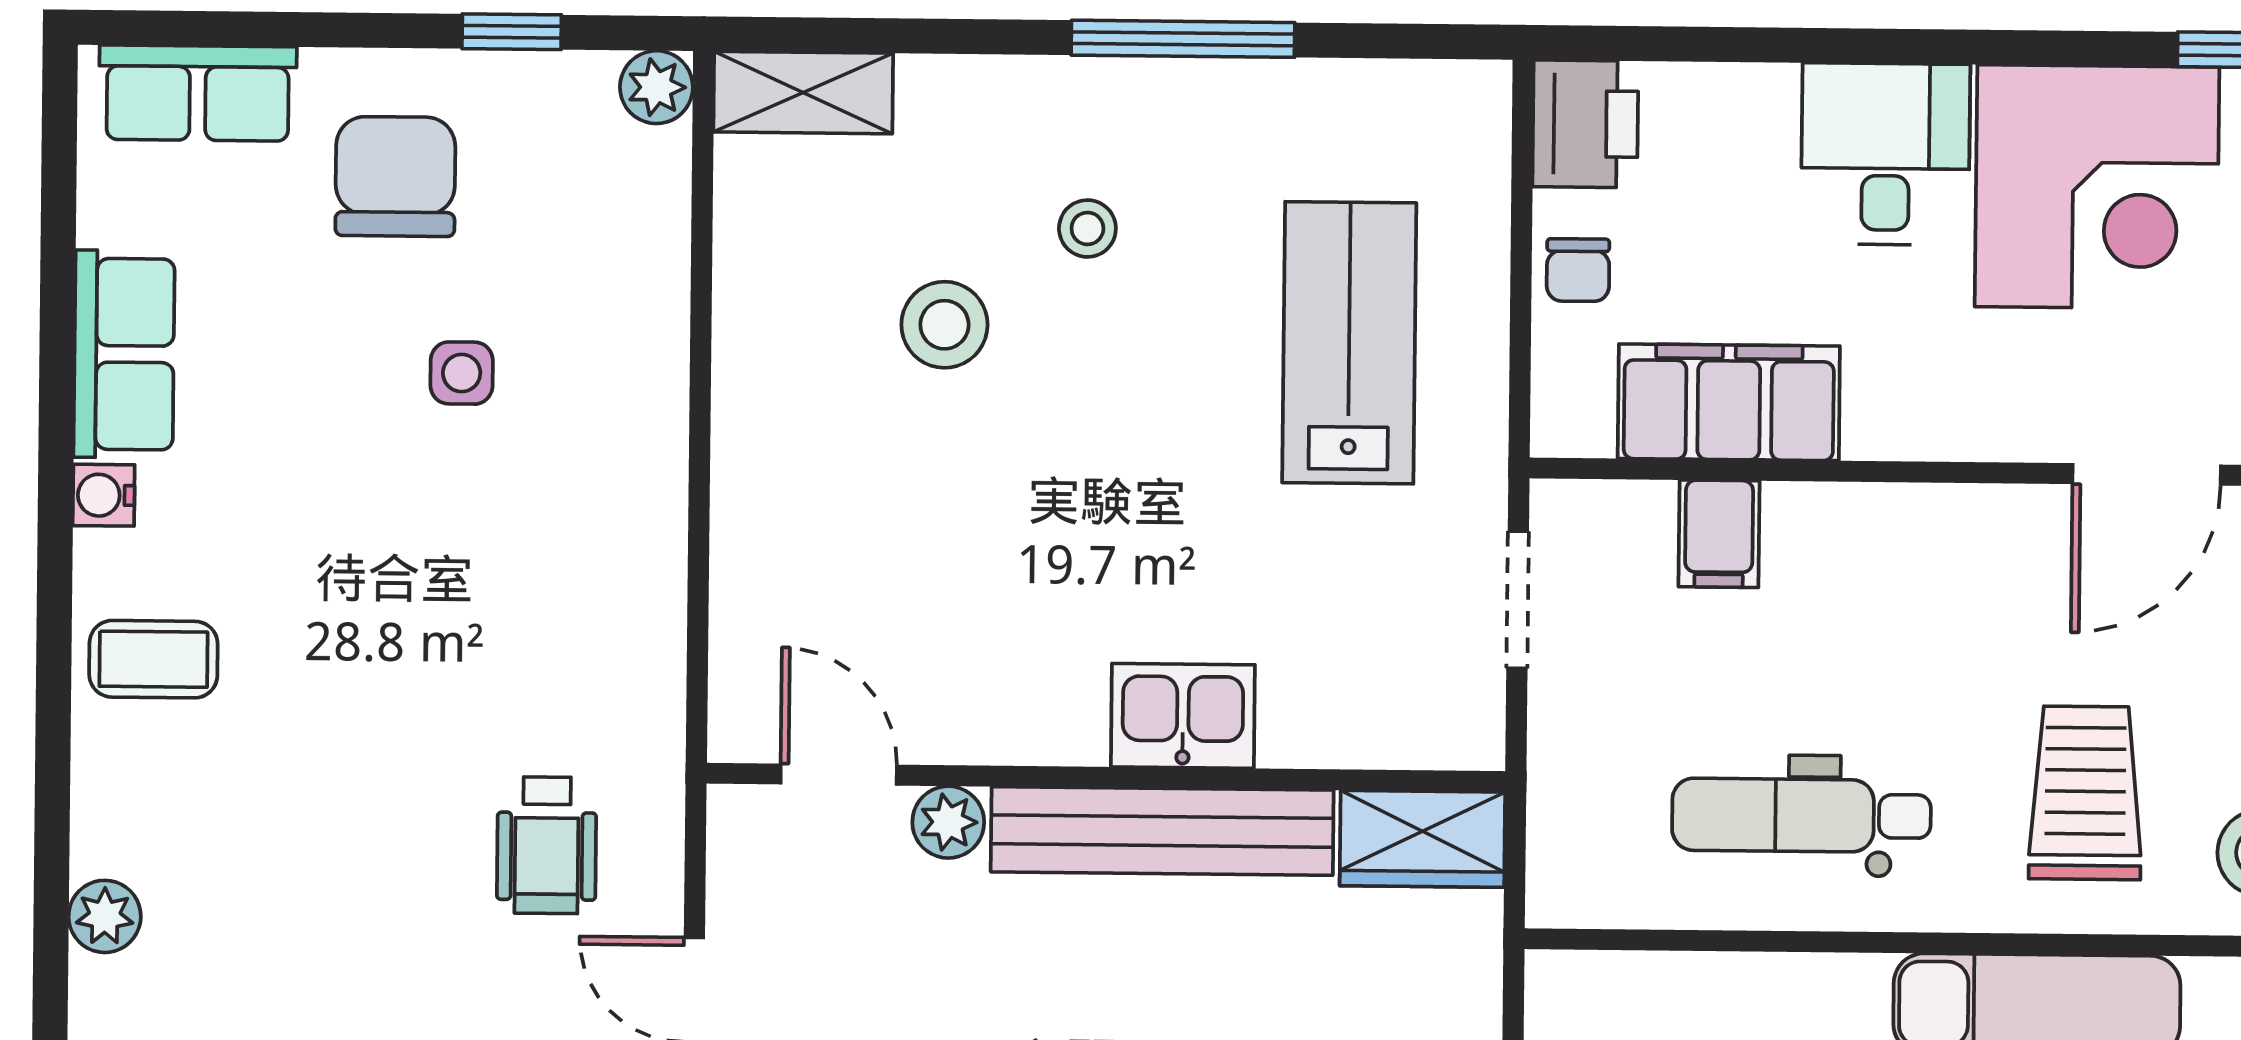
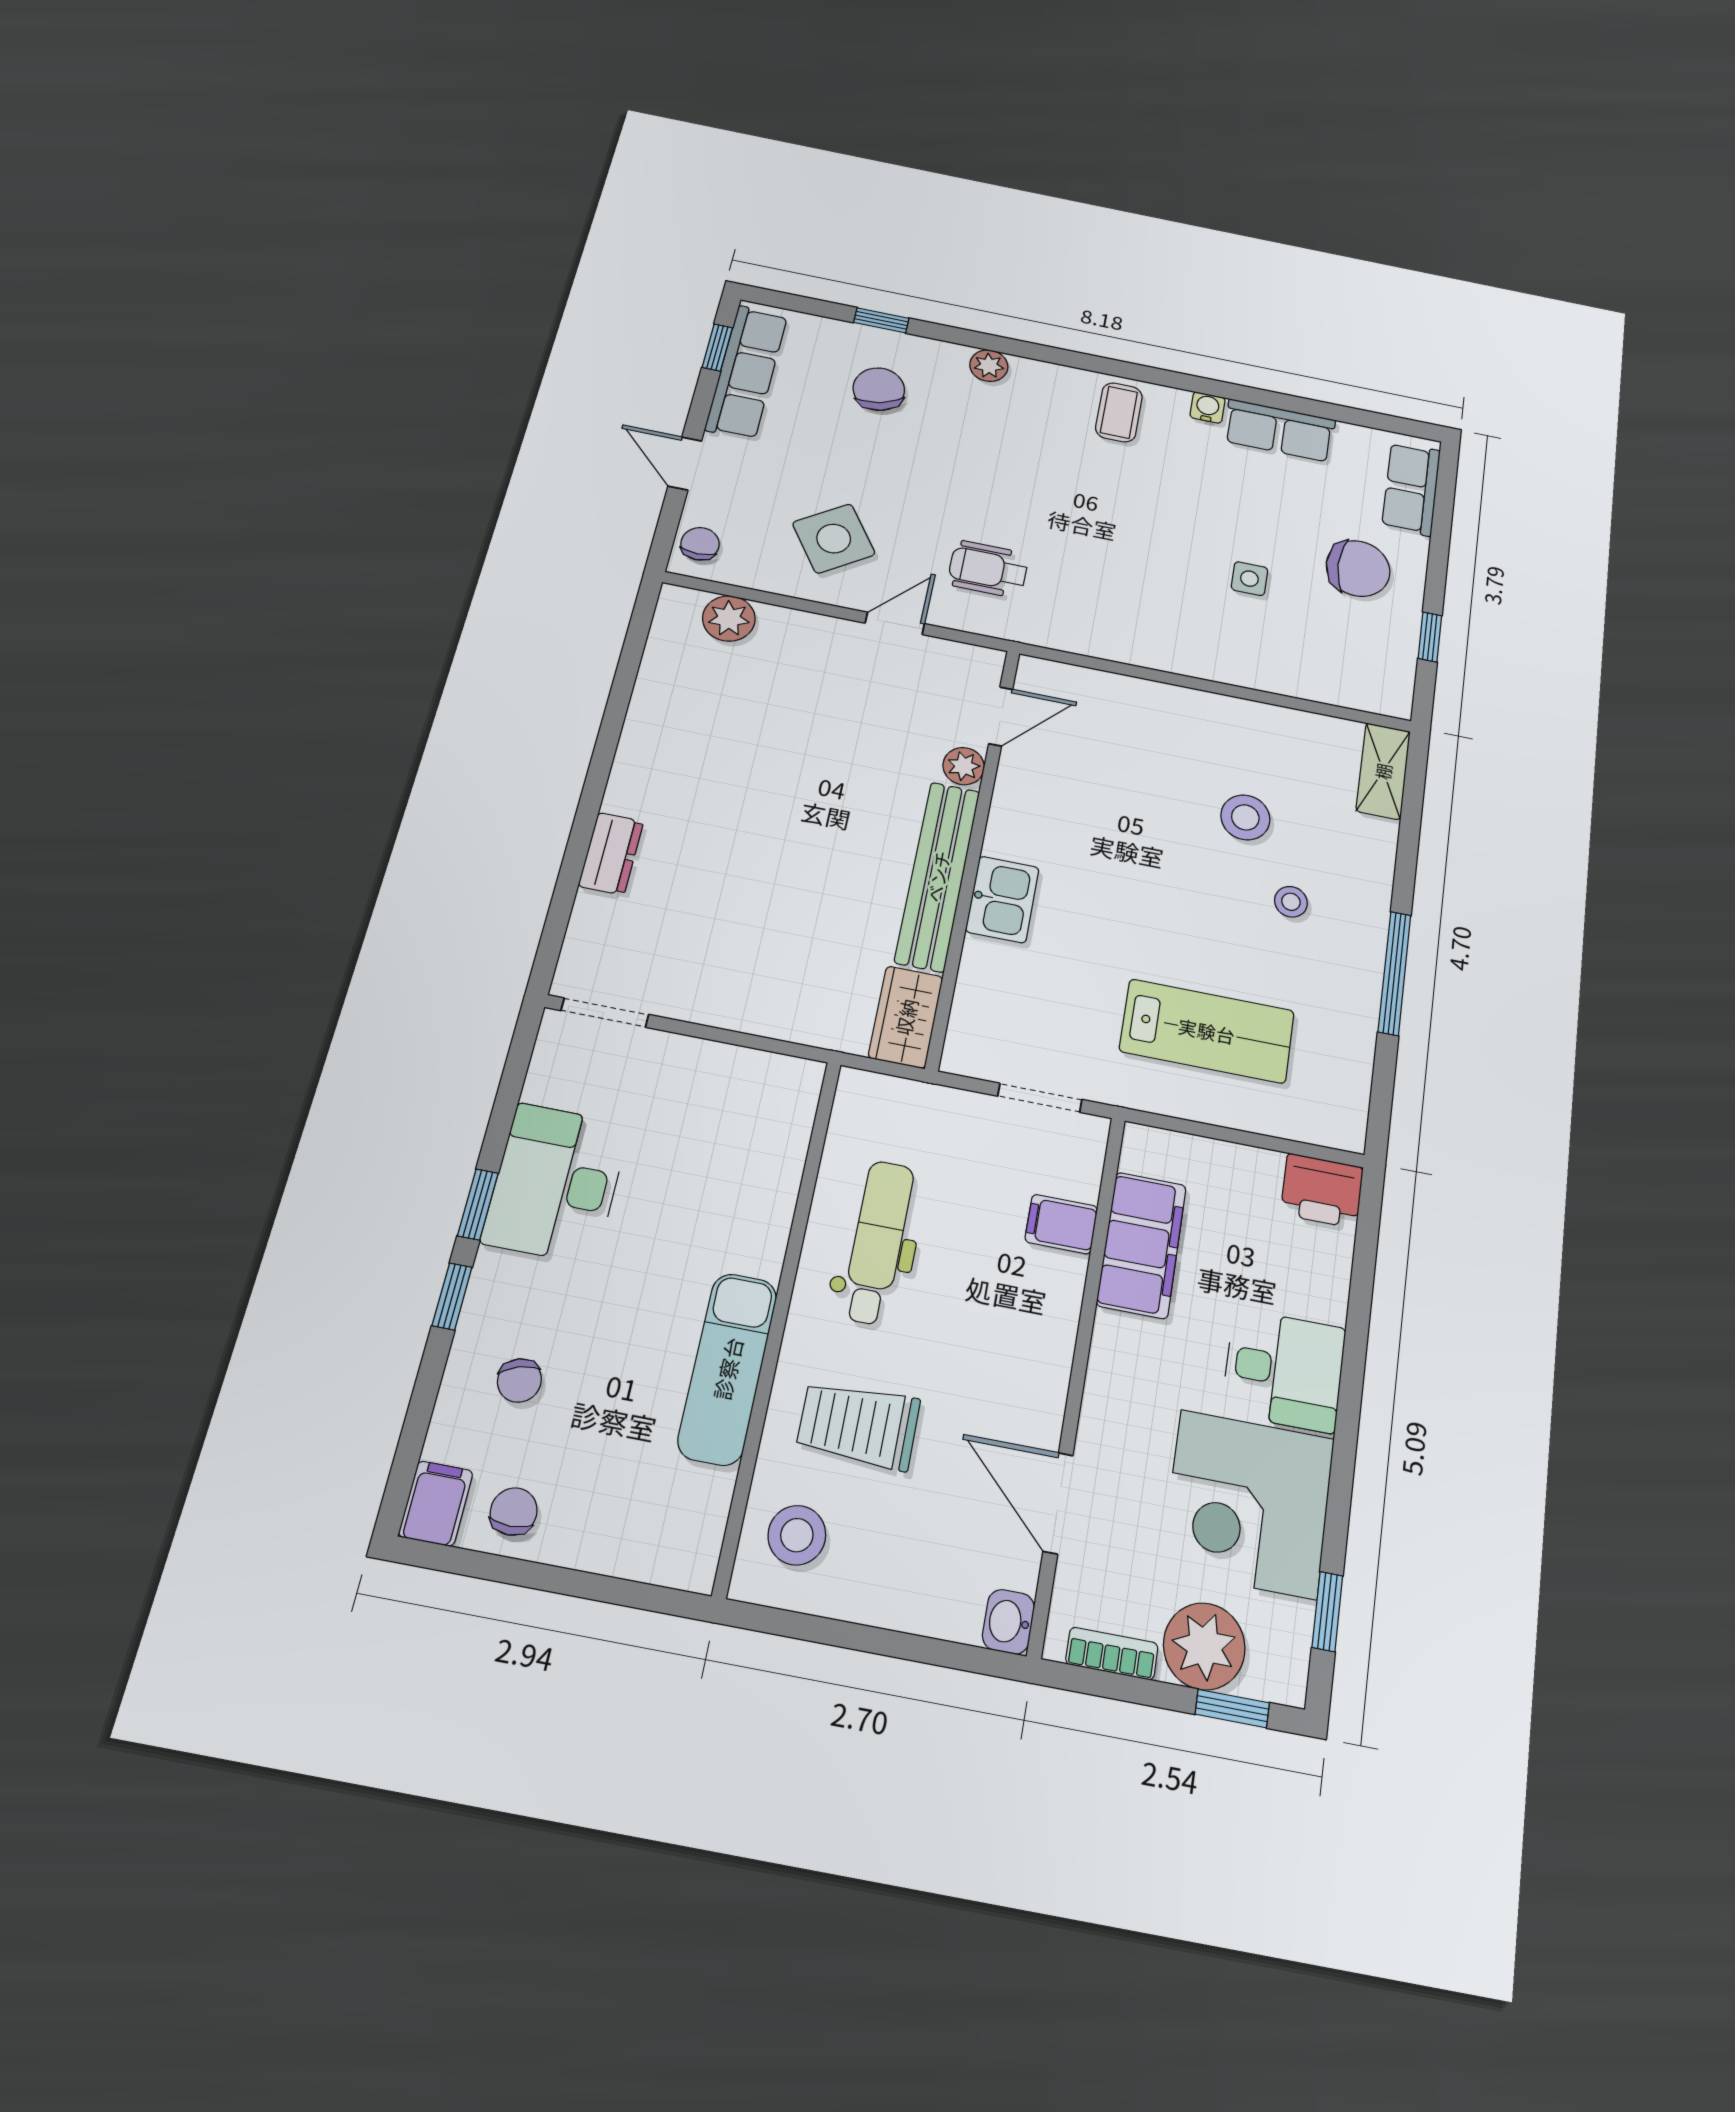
plant: (656, 87) -> (1393, 700), removed
chair: (1578, 270) -> (1234, 1170), removed
trolley: (2085, 793) -> (858, 1425), turned 180

